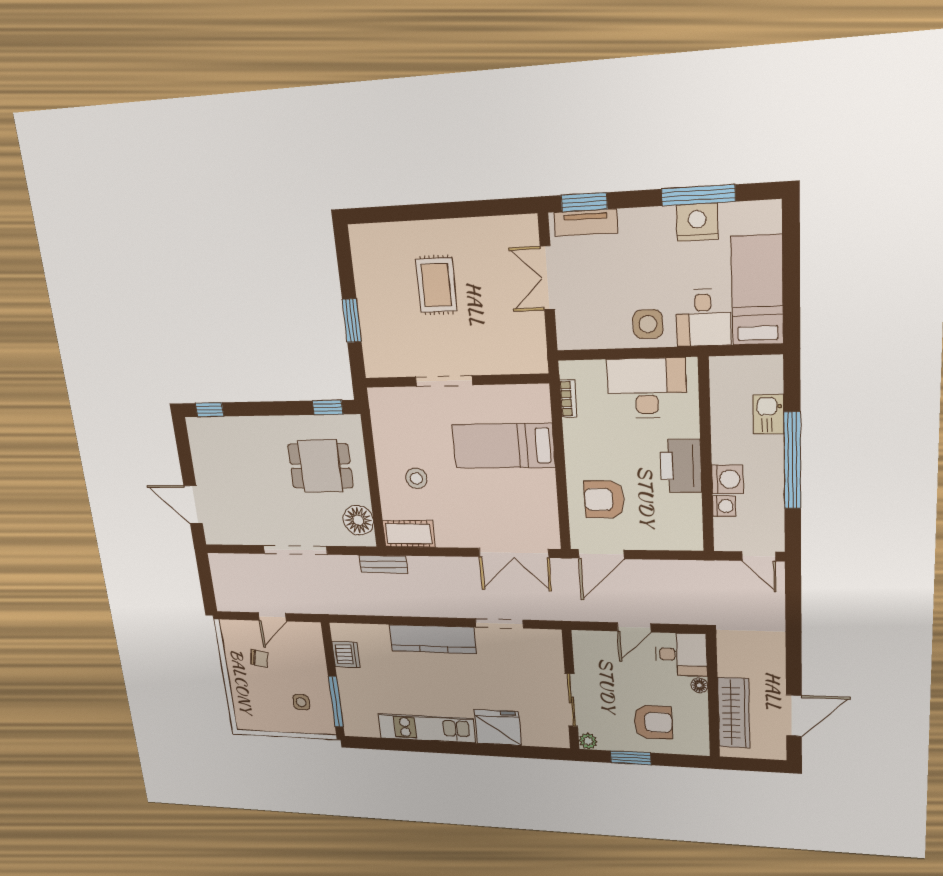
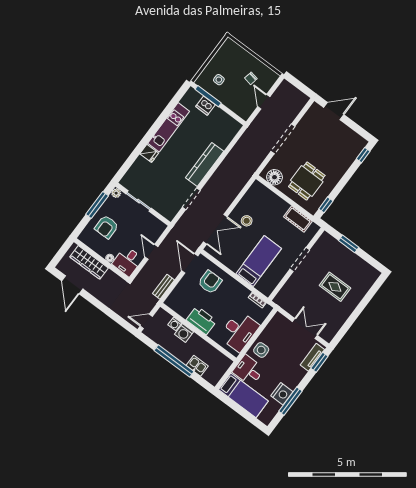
stool: (416, 478) -> (247, 221), moved
cot: (409, 534) -> (298, 219), moved, turned 90
double door: (514, 553) -> (215, 229), swing flipped
bench: (383, 564) -> (164, 287), moved
dishwasher: (346, 654) -> (205, 106), moved
fridge: (498, 727) -> (149, 153), width x0.53, depth x0.75
window: (631, 758) -> (97, 205), width x1.44

